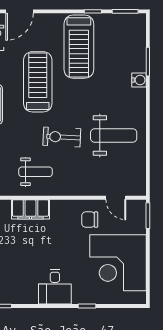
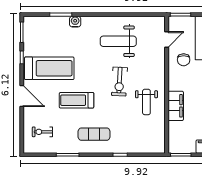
door: (20, 11) -> (22, 96), moved
treadmill: (38, 82) -> (77, 100), width x0.73, depth x0.73
weight bench: (114, 136) -> (118, 41), turned -90
weight bench: (35, 172) -> (146, 102), turned 180

